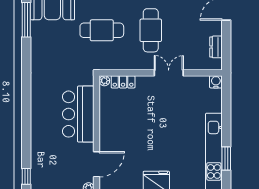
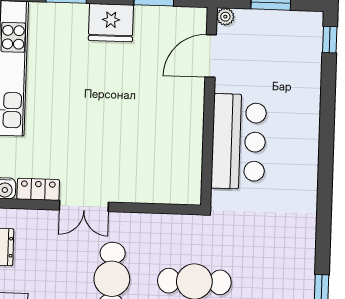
plant: (104, 81) -> (193, 196), removed
locker: (123, 82) -> (38, 189), moved

